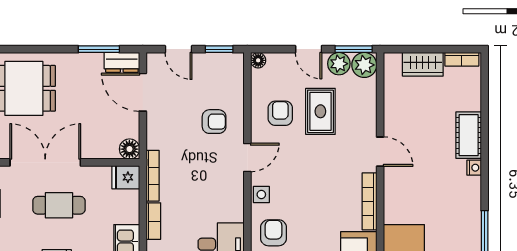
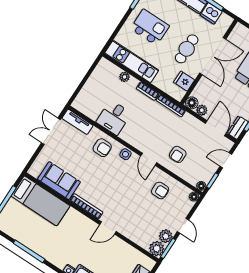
door: (309, 49) -> (183, 226), swing flipped
floor lamp: (237, 60) -> (201, 186), added
door: (143, 92) -> (216, 128), hinge flipped
rug: (320, 111) -> (148, 211), removed
plant: (131, 128) -> (202, 110), added
fridge: (126, 177) -> (184, 81), moved, turned -90

